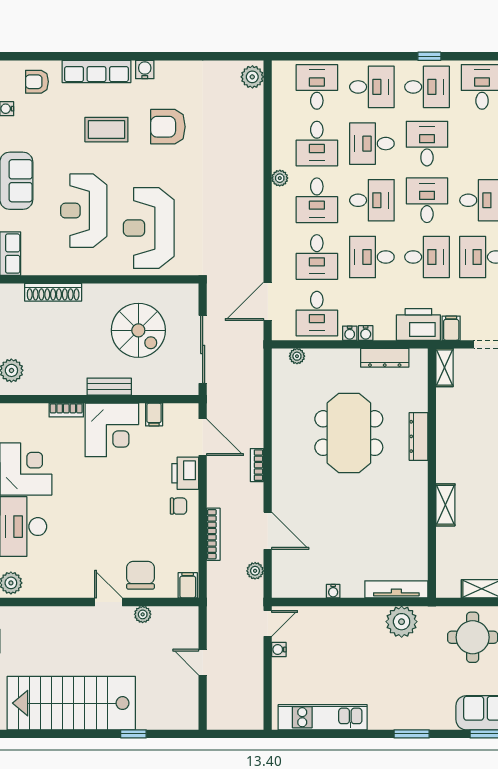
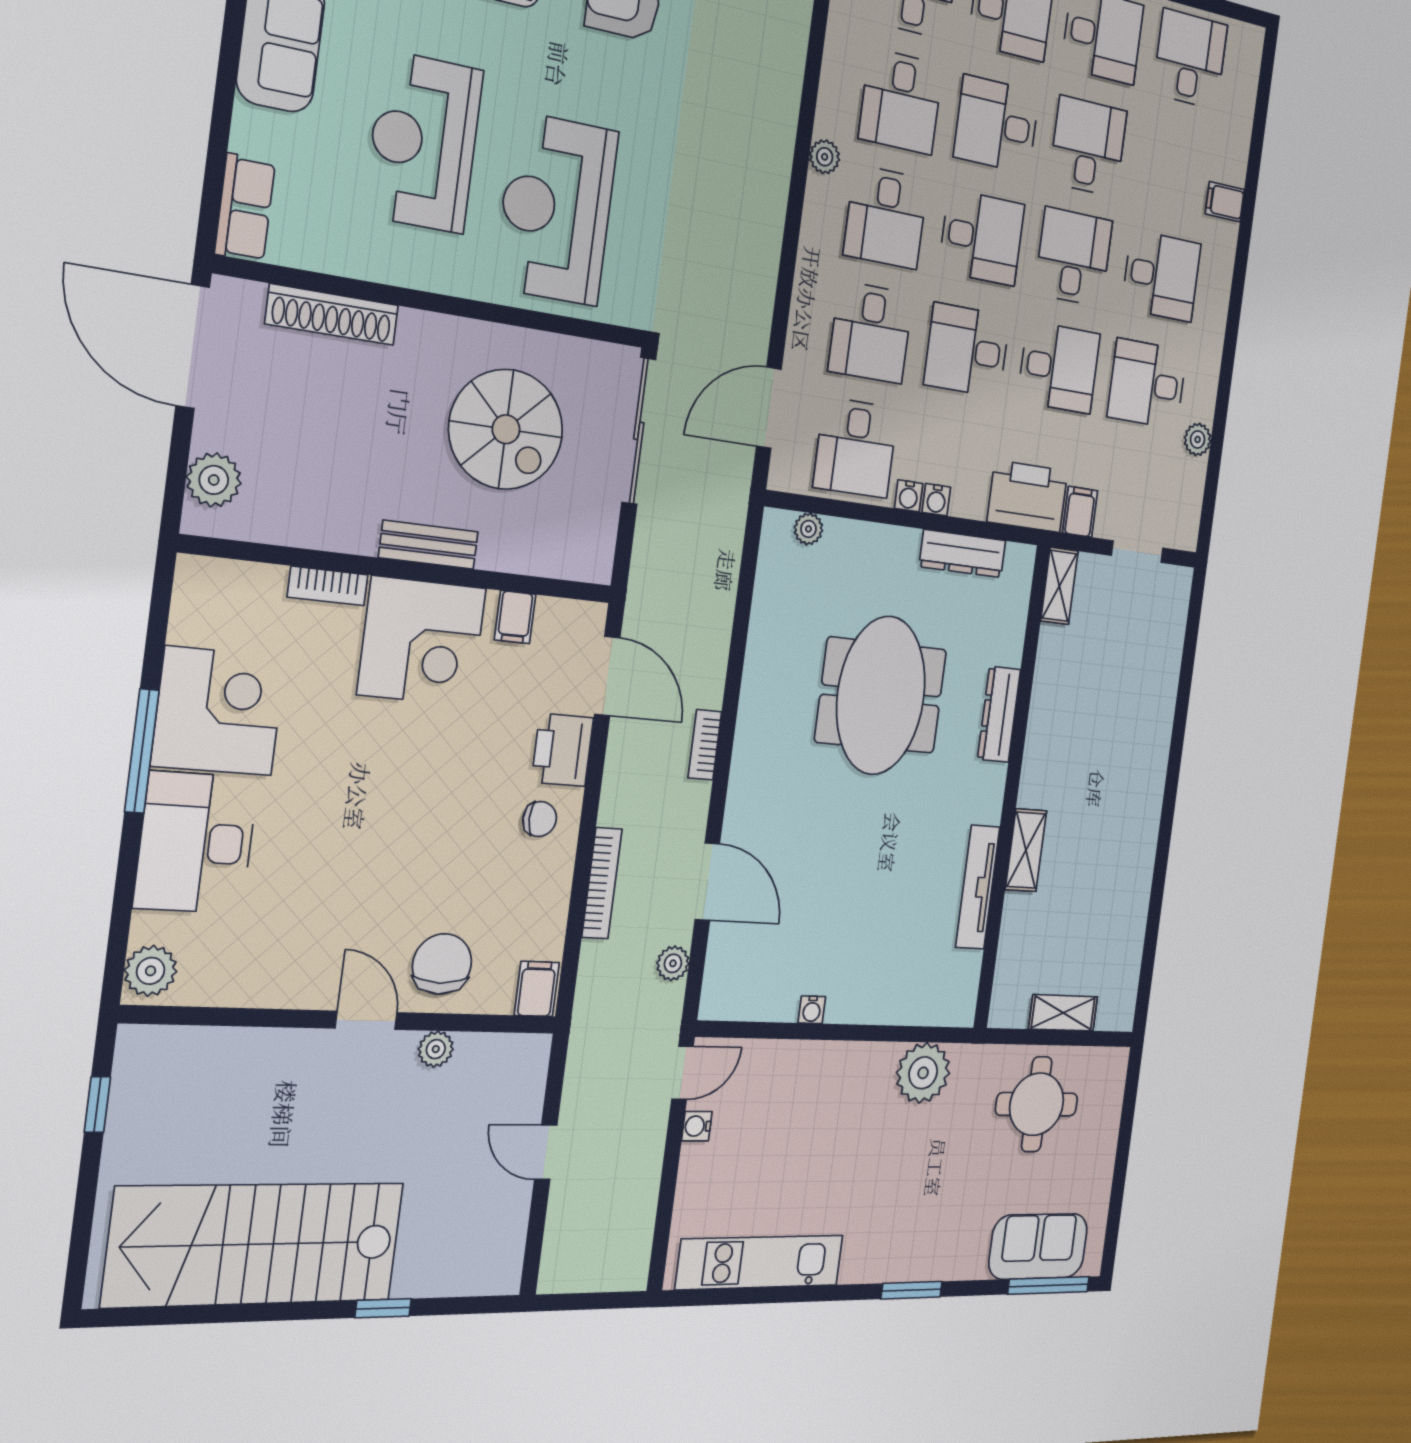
sliding door: (203, 349) -> (639, 431), moved
tv unit: (396, 589) -> (978, 887), moved, turned -90

